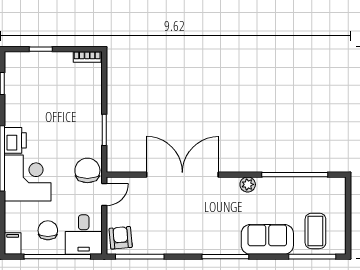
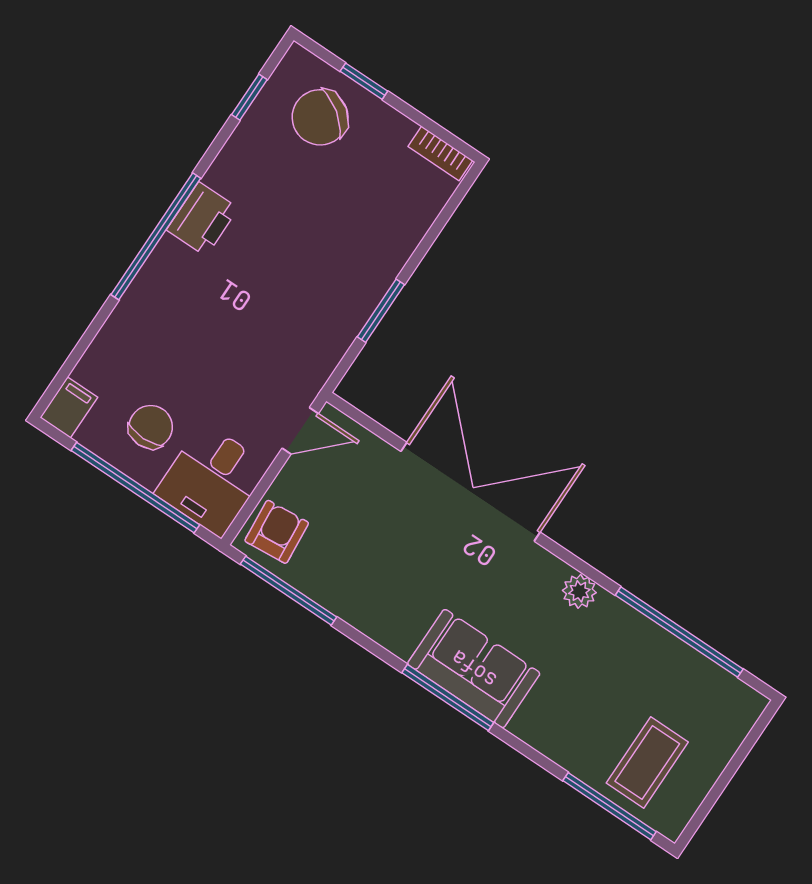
chair: (87, 170) -> (320, 117), moved, turned -144
corner desk: (28, 178) -> (178, 305), removed
sofa: (267, 239) -> (474, 669), moved

